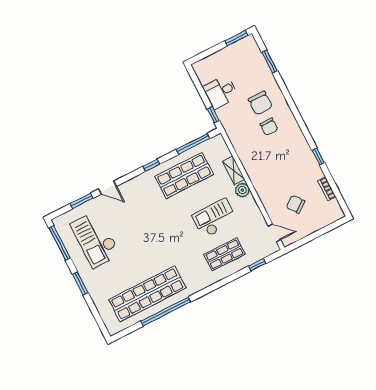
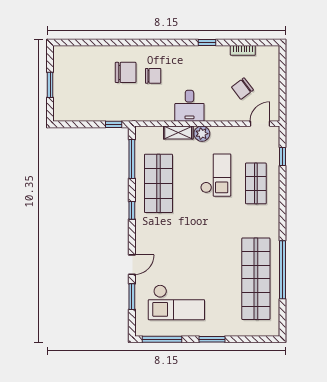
window: (236, 38) -> (50, 85), moved
window: (270, 62) -> (90, 42), removed
desk: (221, 92) -> (189, 106), moved
checkout: (215, 218) -> (216, 175), turned 180

